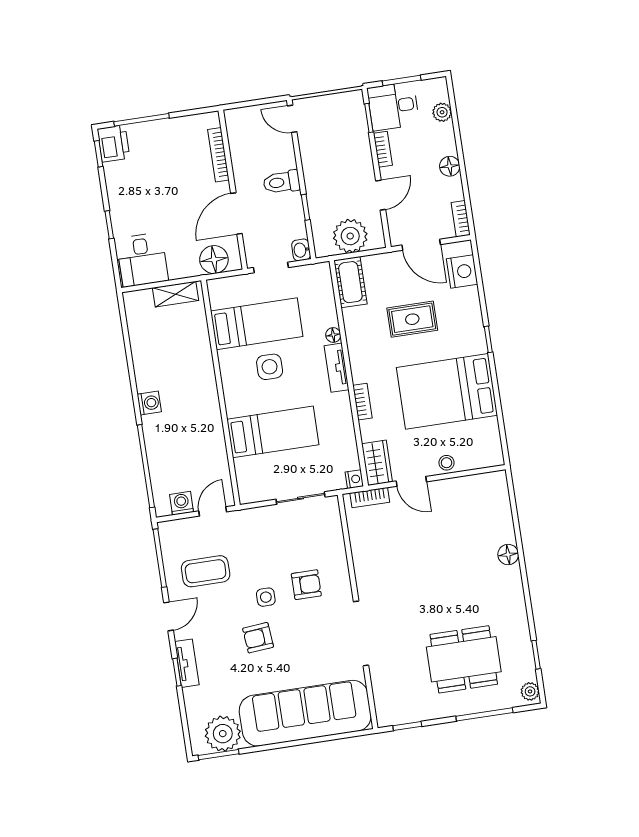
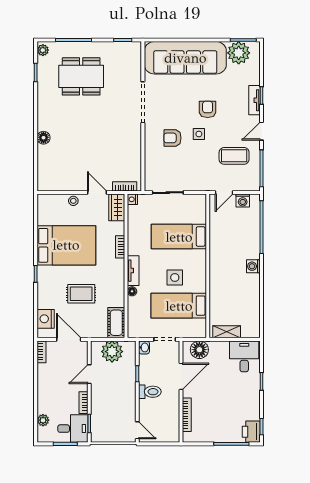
floor lamp: (450, 166) -> (43, 386), removed
armchair: (258, 638) -> (208, 109), turned -85

